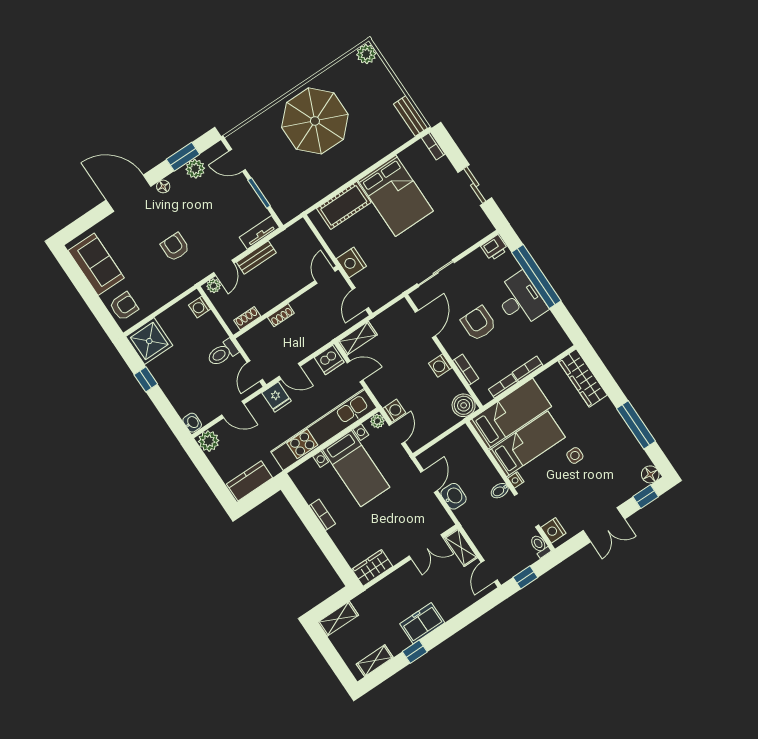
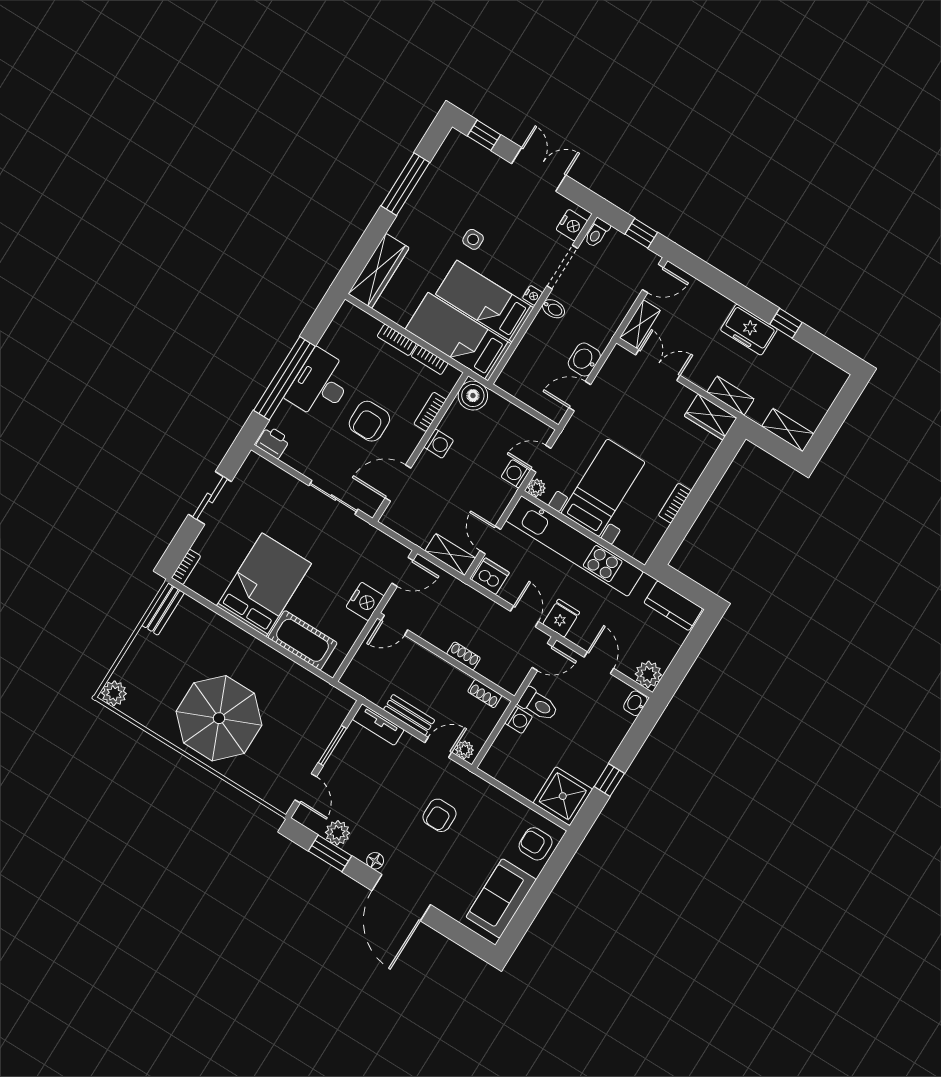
washing machine: (200, 307) -> (519, 720), moved
floor lamp: (650, 474) -> (456, 142), removed
shelving: (375, 661) -> (731, 396), moved

